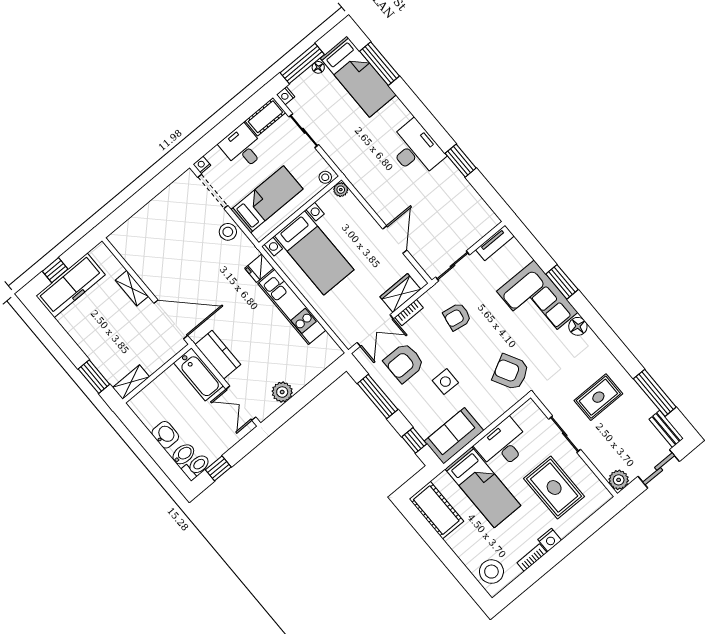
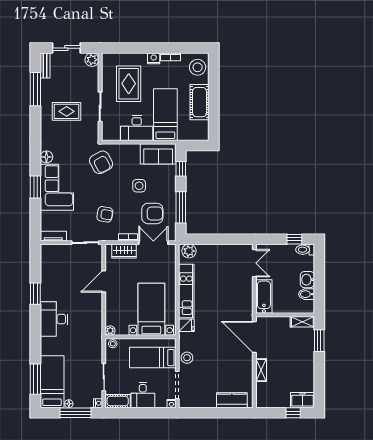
freezer: (71, 285) -> (302, 400), width x0.52, depth x0.79
kitchen counter: (218, 355) -> (232, 400), moved, turned 90
plant: (282, 392) -> (189, 251), moved
bidet: (183, 454) -> (306, 294), moved
cot: (436, 510) -> (199, 102), moved

